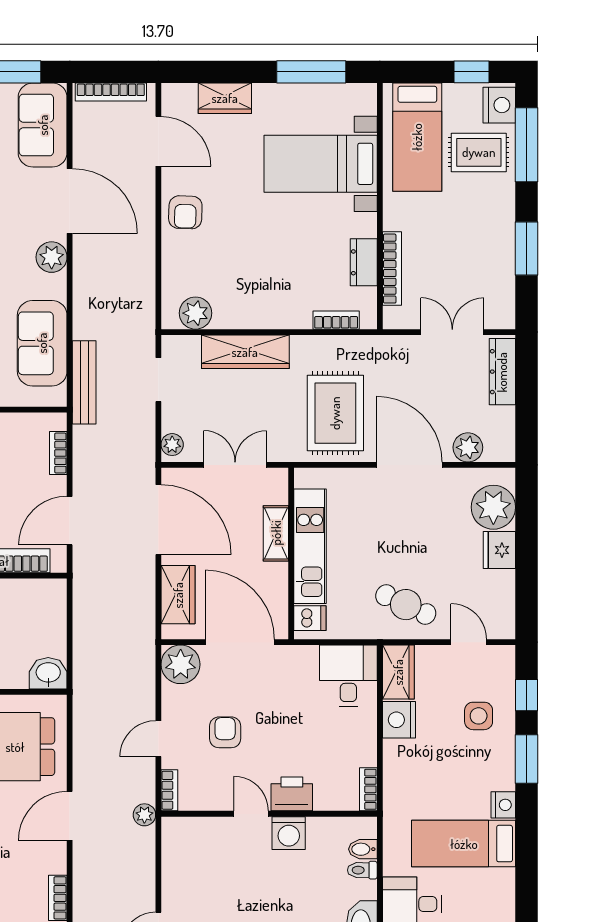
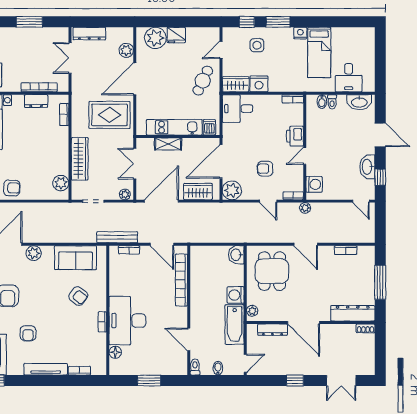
bench: (84, 382) -> (117, 237), moved
washing machine: (289, 833) -> (314, 184), moved

